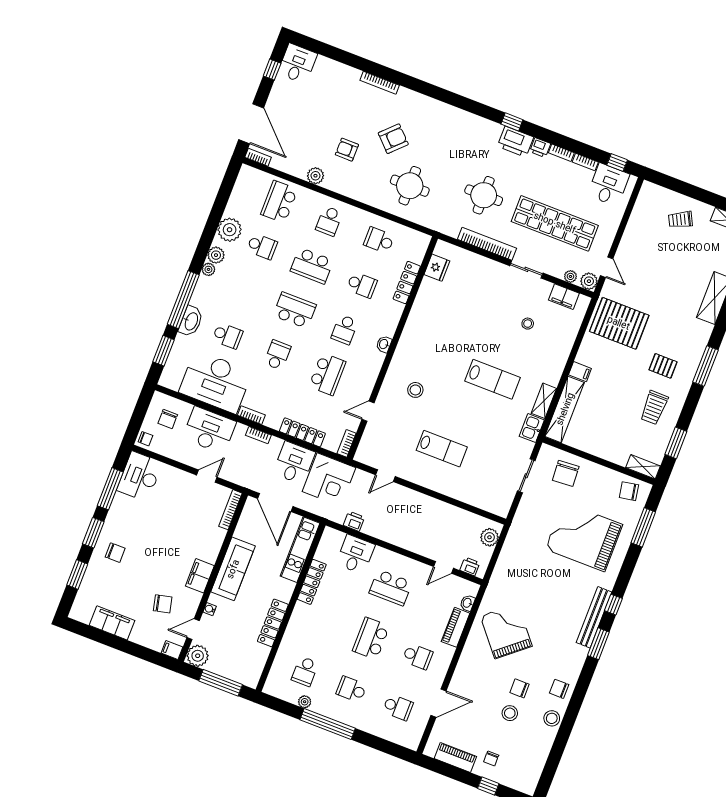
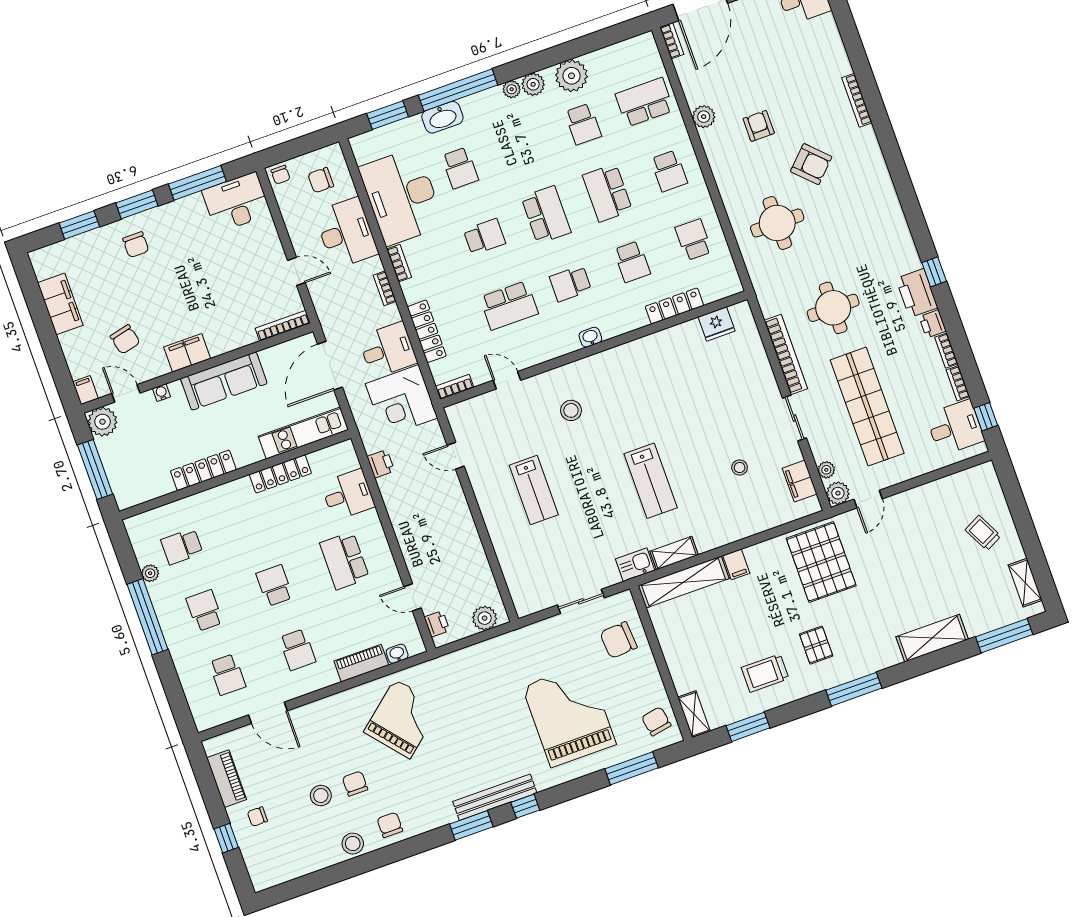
school desk: (329, 221) -> (669, 171), turned -90
school desk: (371, 638) -> (275, 586), width x0.54

